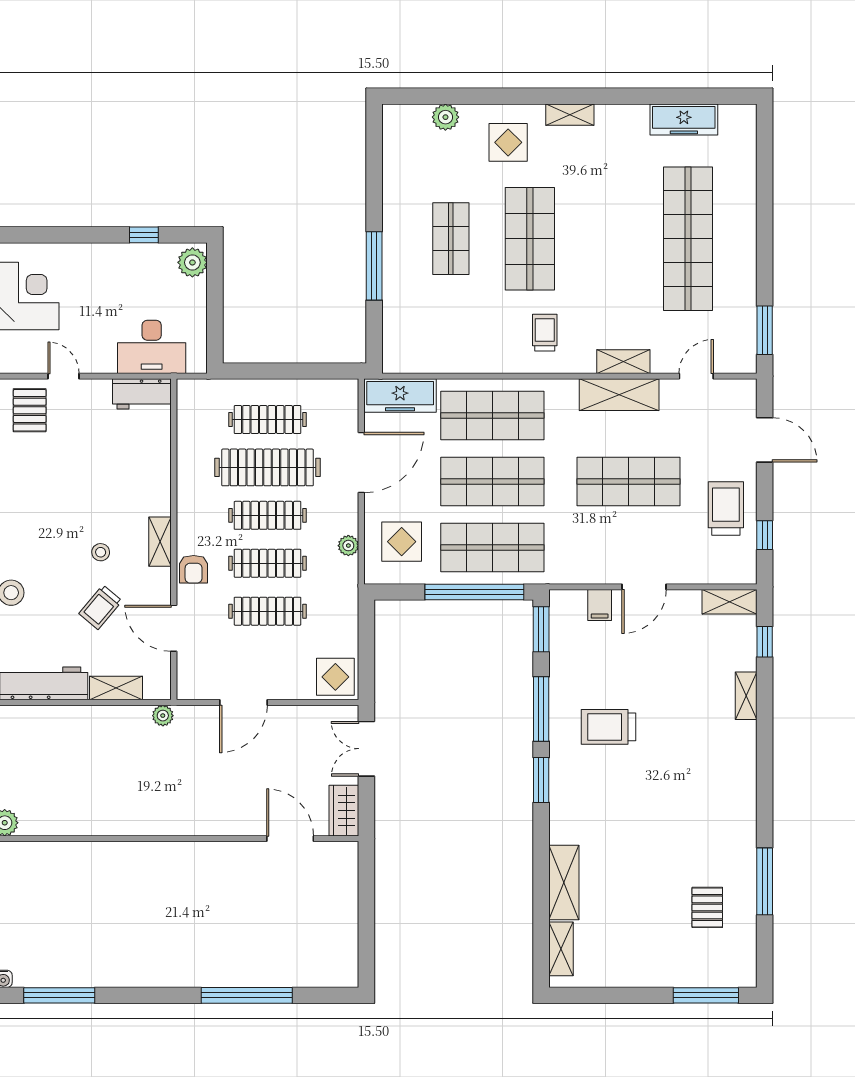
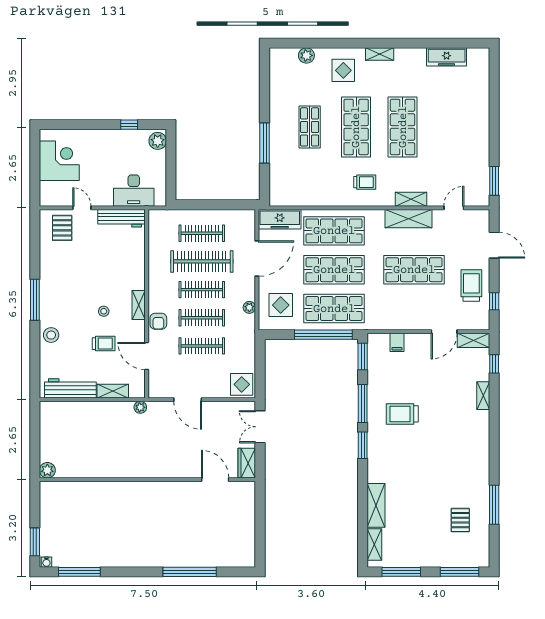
shop shelf: (688, 239) -> (403, 127), moved, width x0.71
trolley: (545, 333) -> (365, 182), turned 90
workbench: (142, 394) -> (121, 218), width x1.38
door: (644, 587) -> (444, 332), moved
trolley: (100, 607) -> (104, 344), turned -130
door: (243, 702) -> (188, 400), hinge flipped
window: (607, 995) -> (401, 572), added

